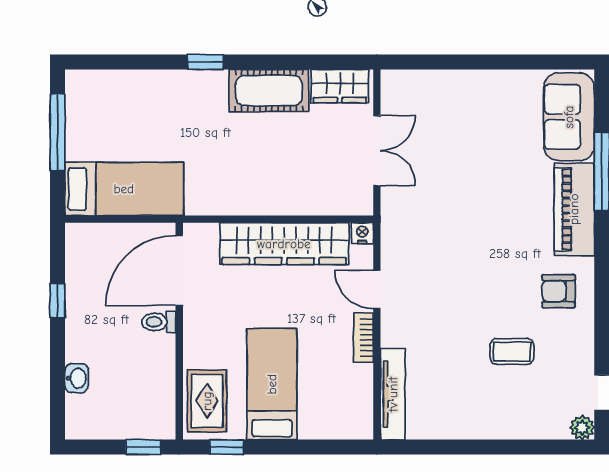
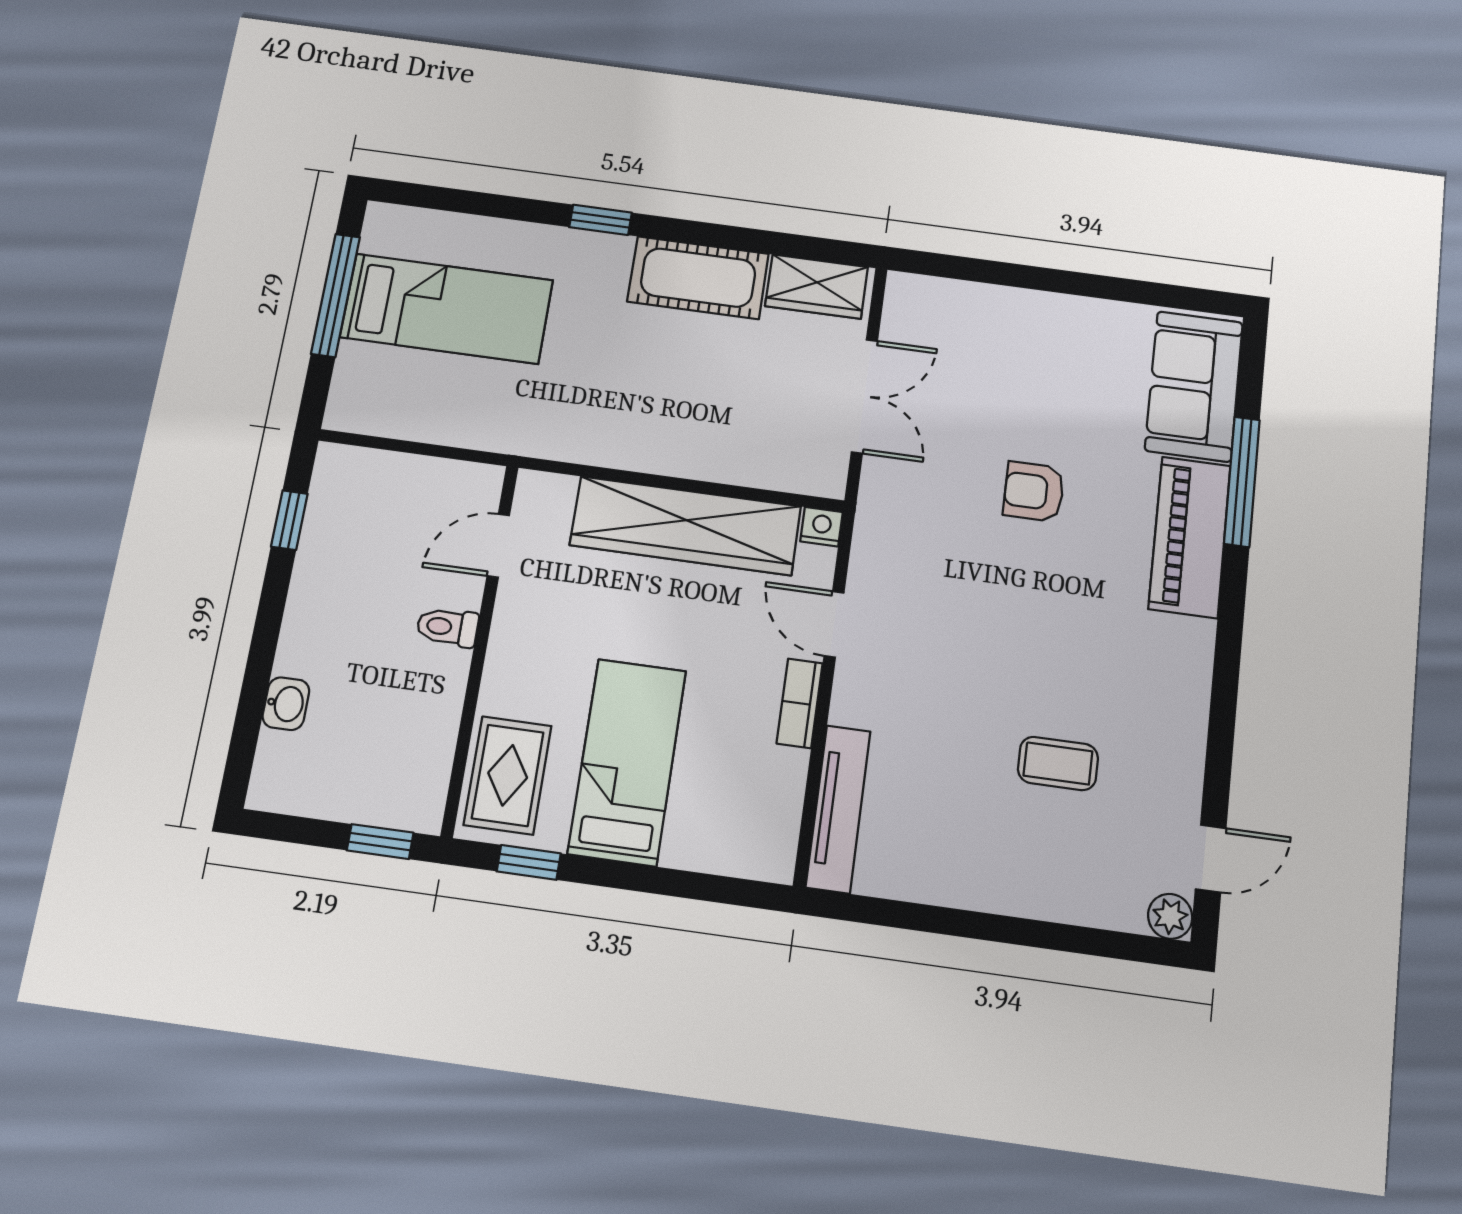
bed: (124, 189) -> (447, 309), moved
door: (179, 270) -> (498, 546), width x0.53
armchair: (559, 291) -> (1034, 492), moved
window: (58, 301) -> (289, 520), moved

